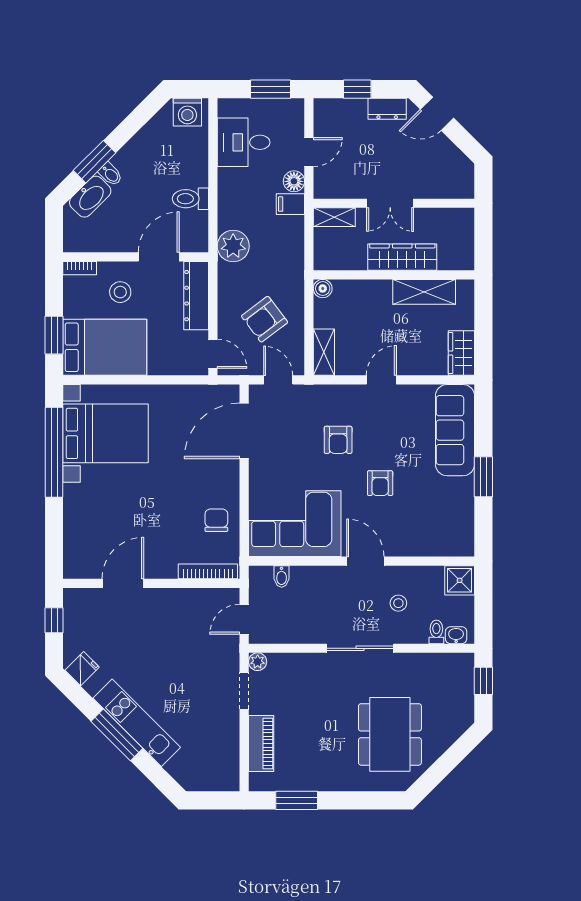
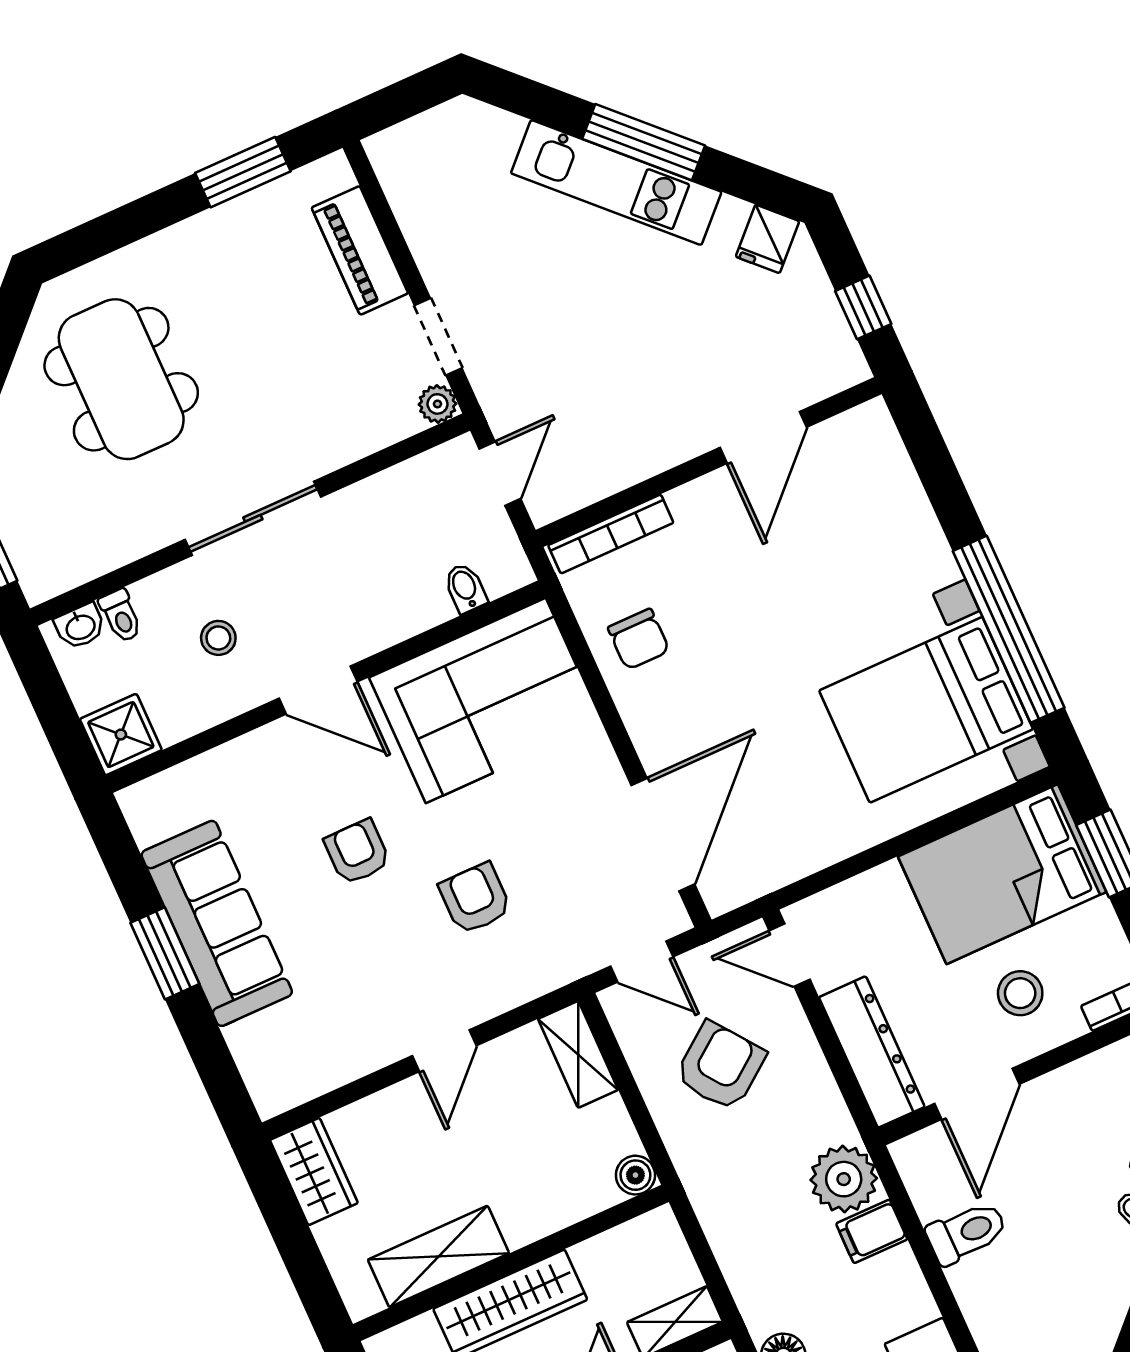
filing cabinet: (290, 204) -> (872, 1231), moved, turned 180
sofa: (455, 430) -> (217, 923), moved

